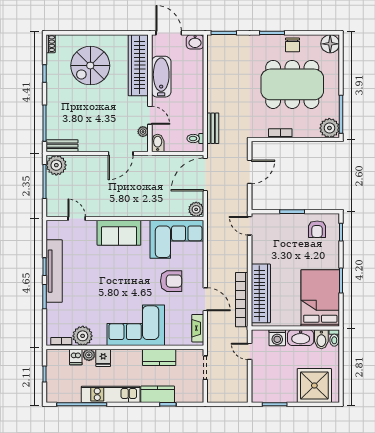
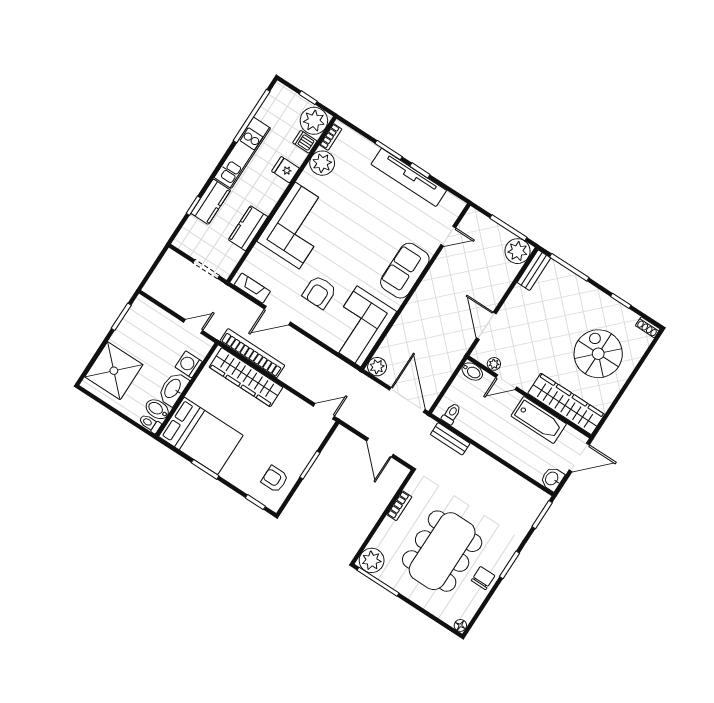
floor lamp: (330, 44) -> (460, 625), width x0.53, depth x0.53
chair: (293, 45) -> (483, 578), turned 90
plant: (89, 355) -> (314, 121), moved, width x1.88, depth x1.88

